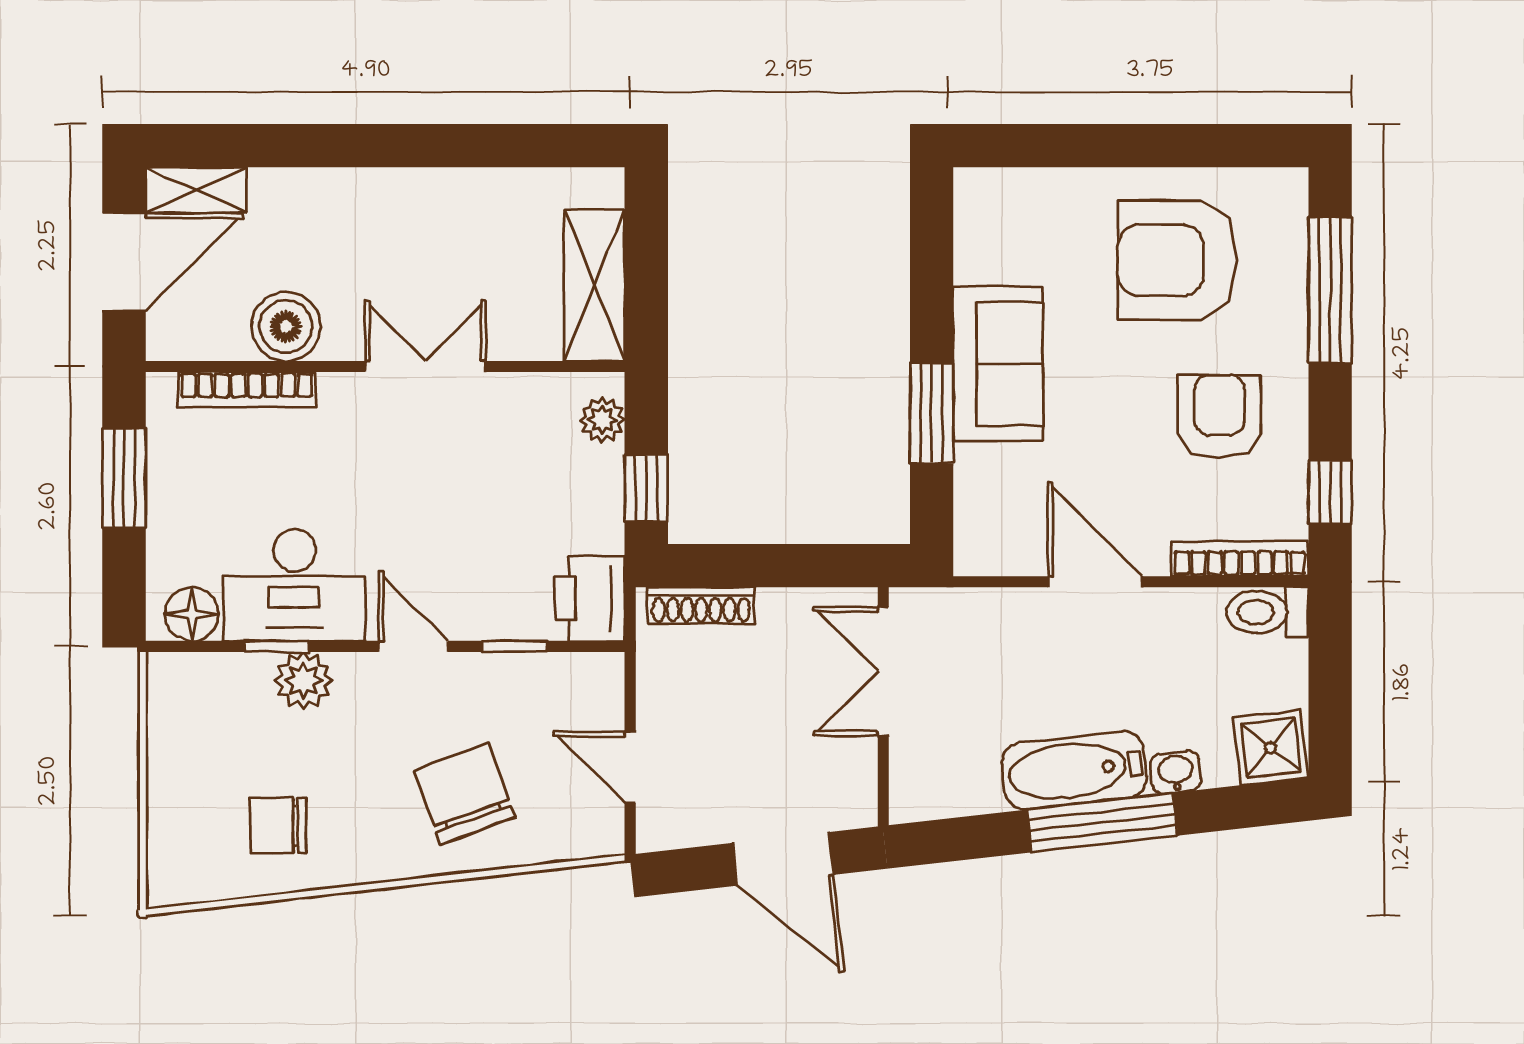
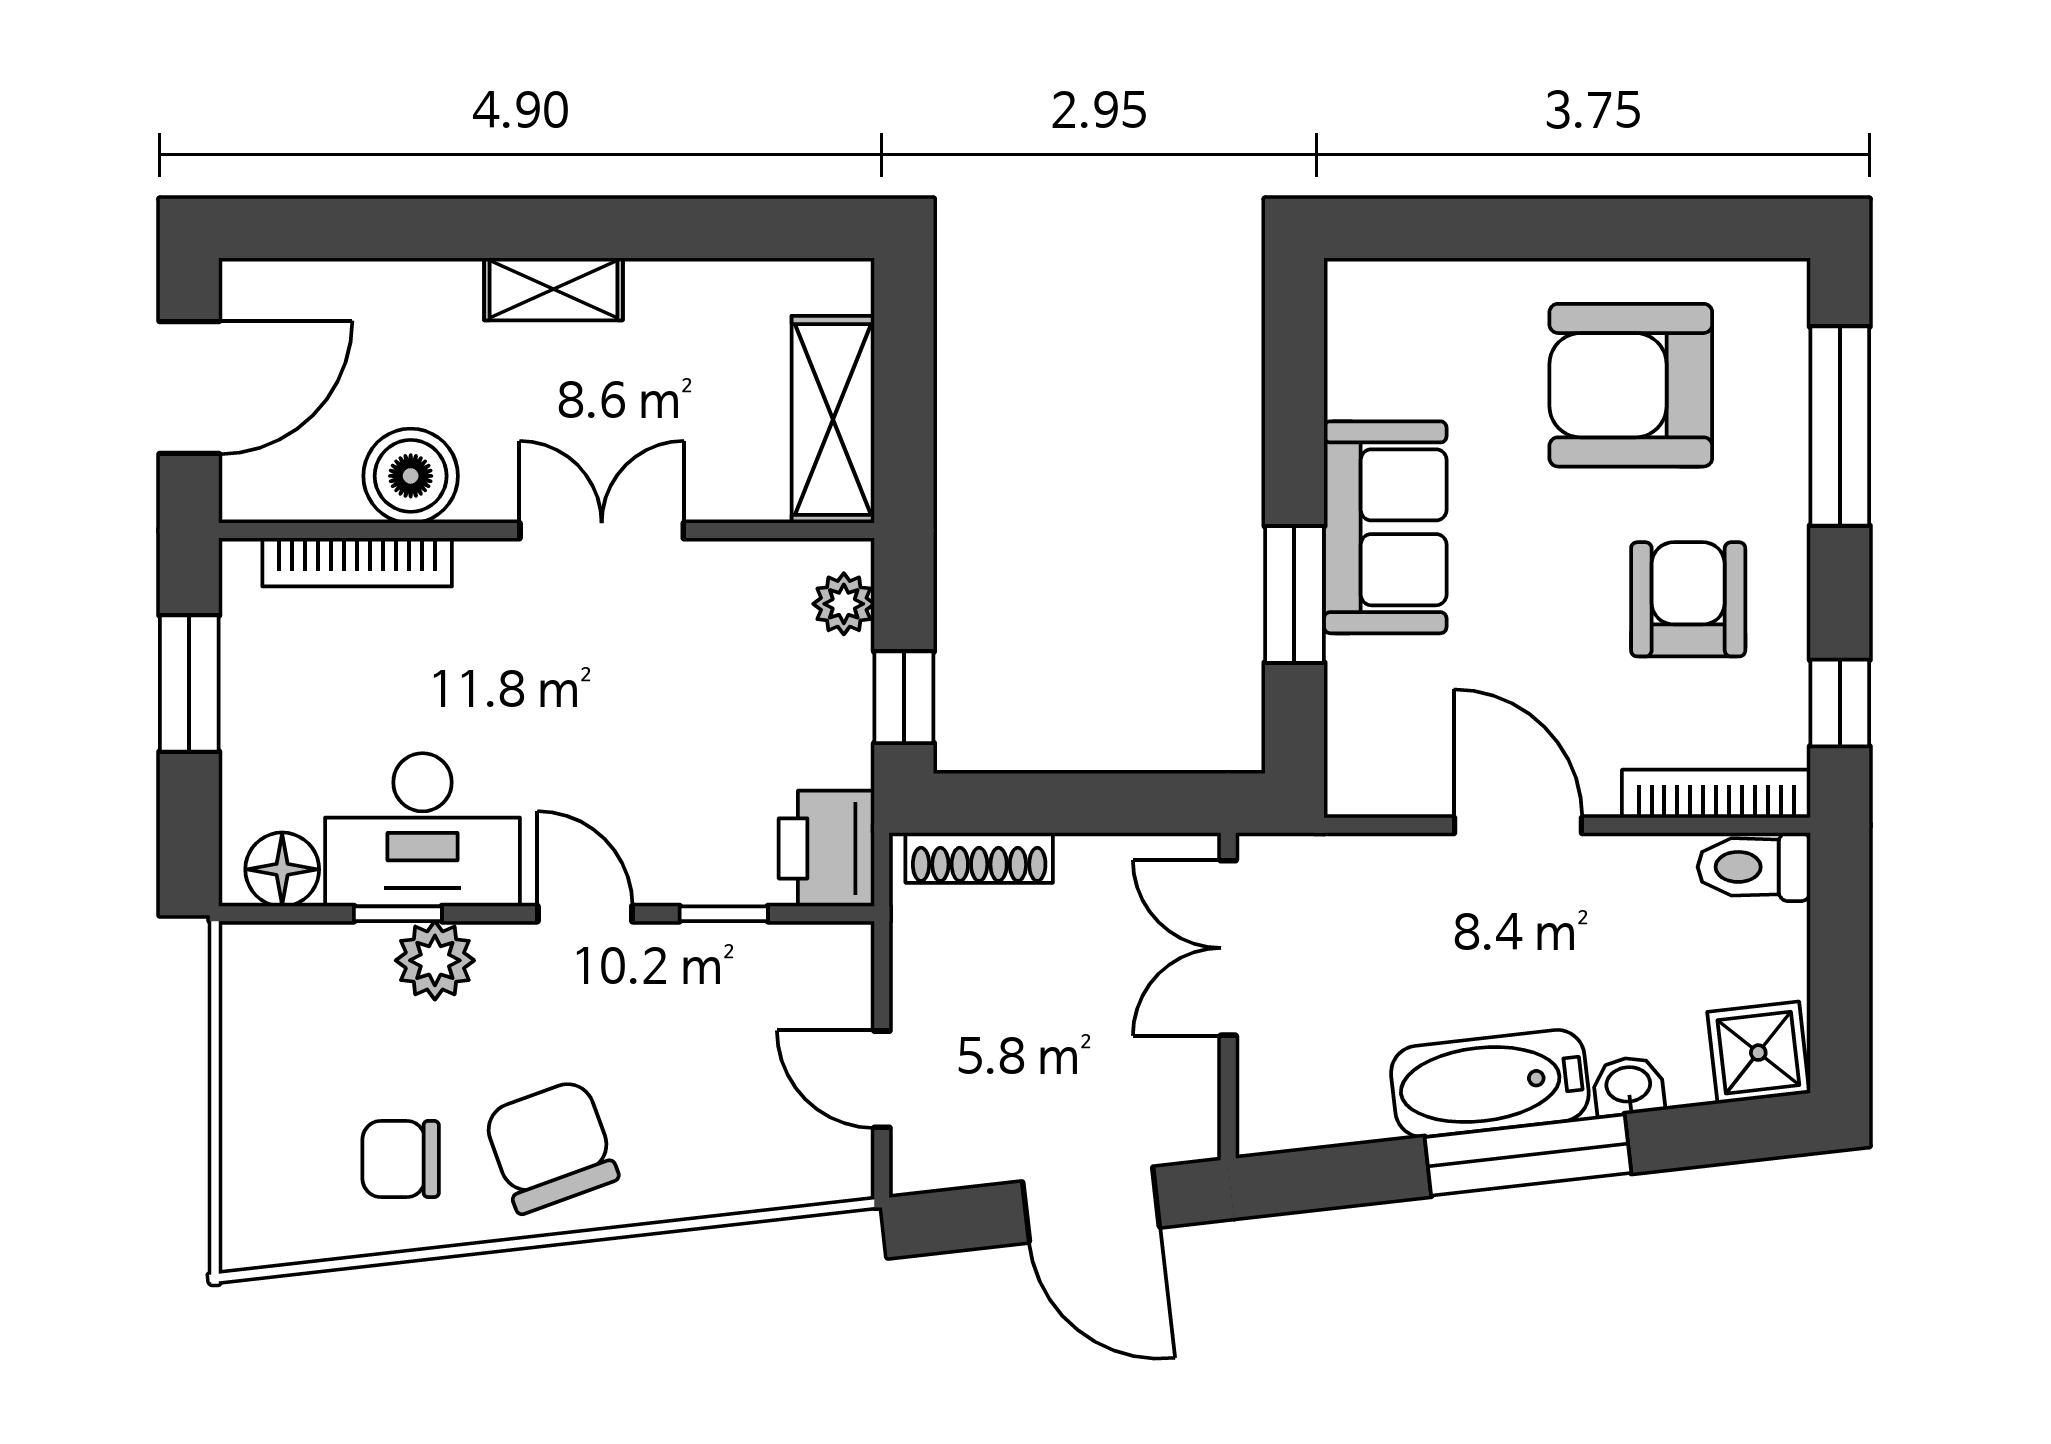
shelving: (196, 190) -> (553, 289), moved
chair: (464, 794) -> (551, 1146), moved

